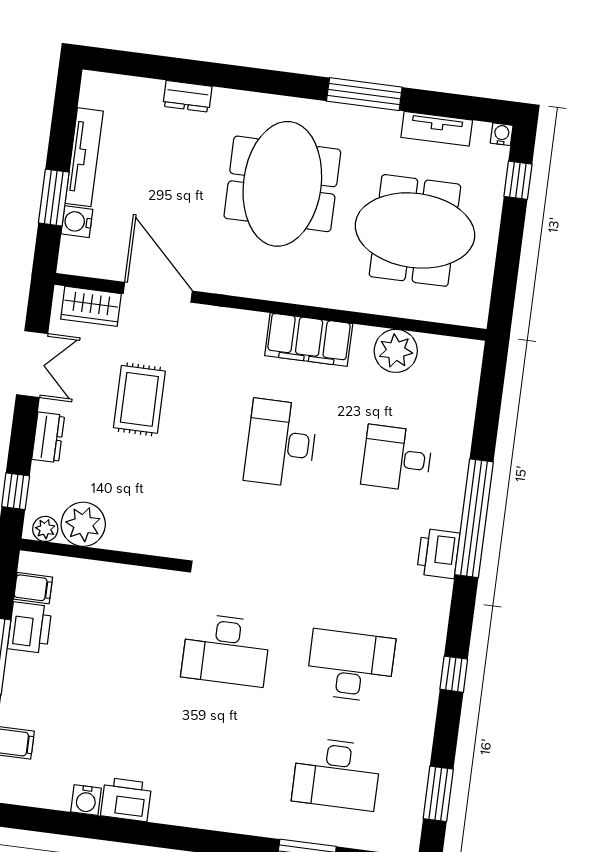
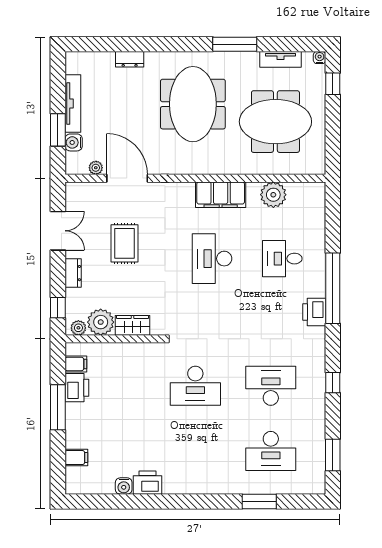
plant: (108, 268) -> (96, 168), added
wardrobe: (91, 306) -> (133, 325), moved, turned 180

